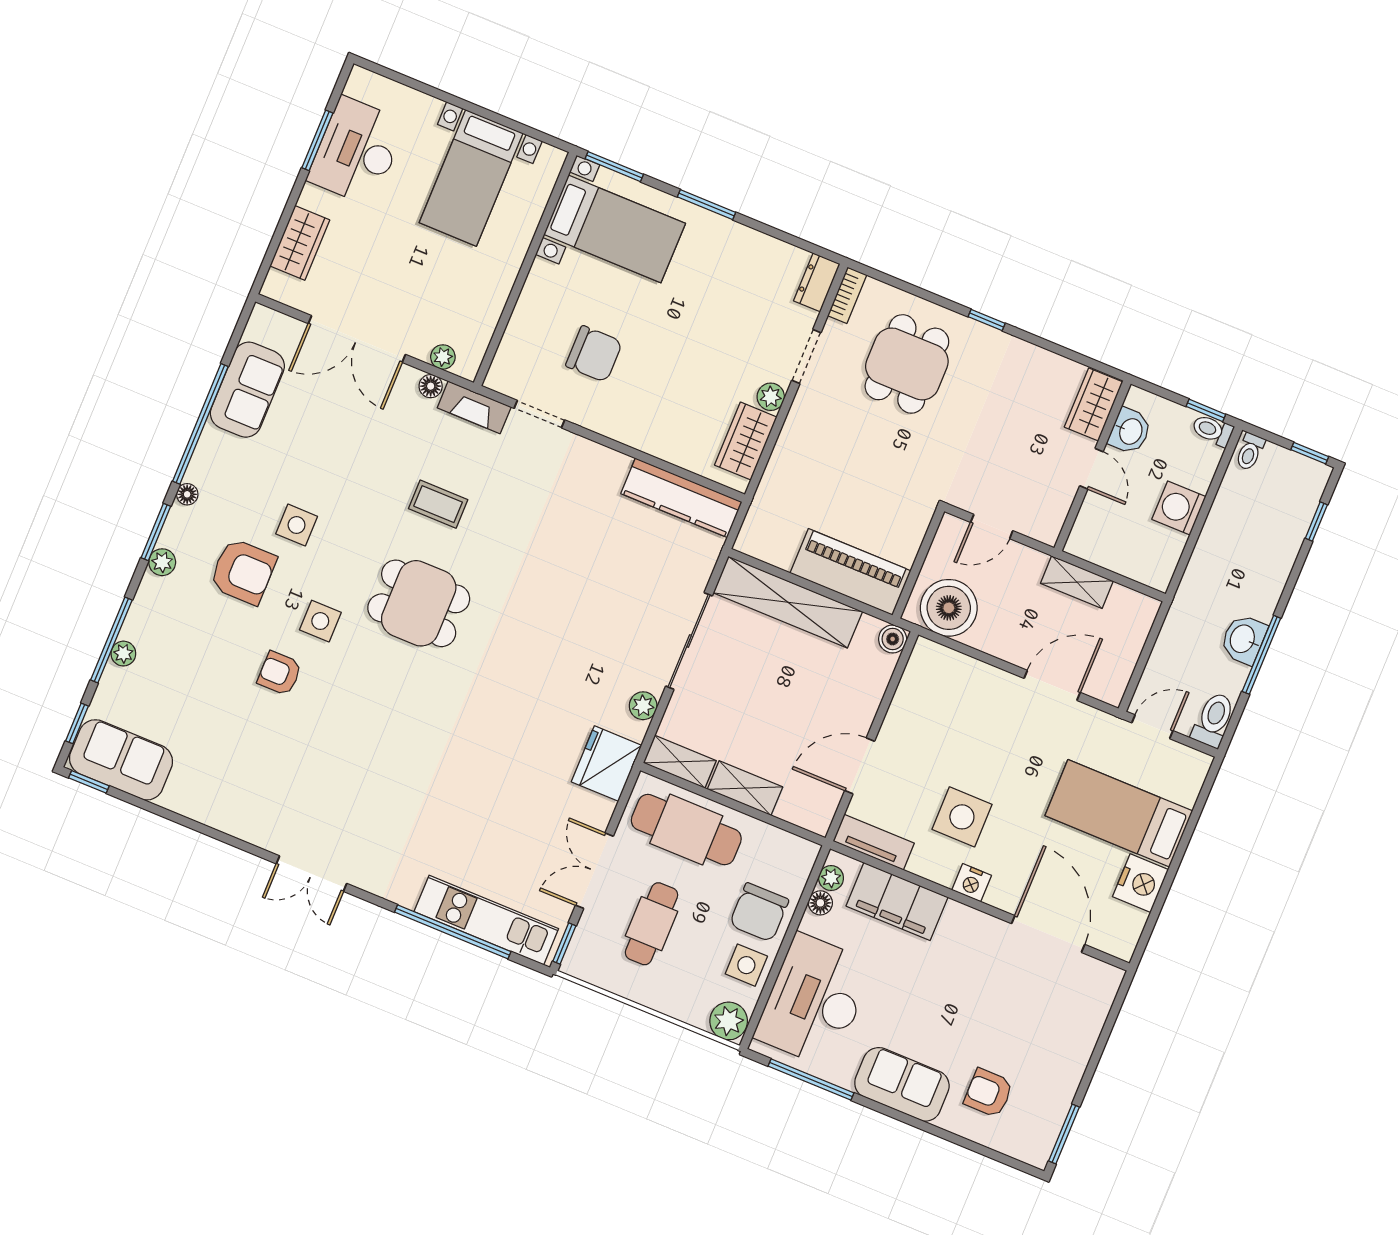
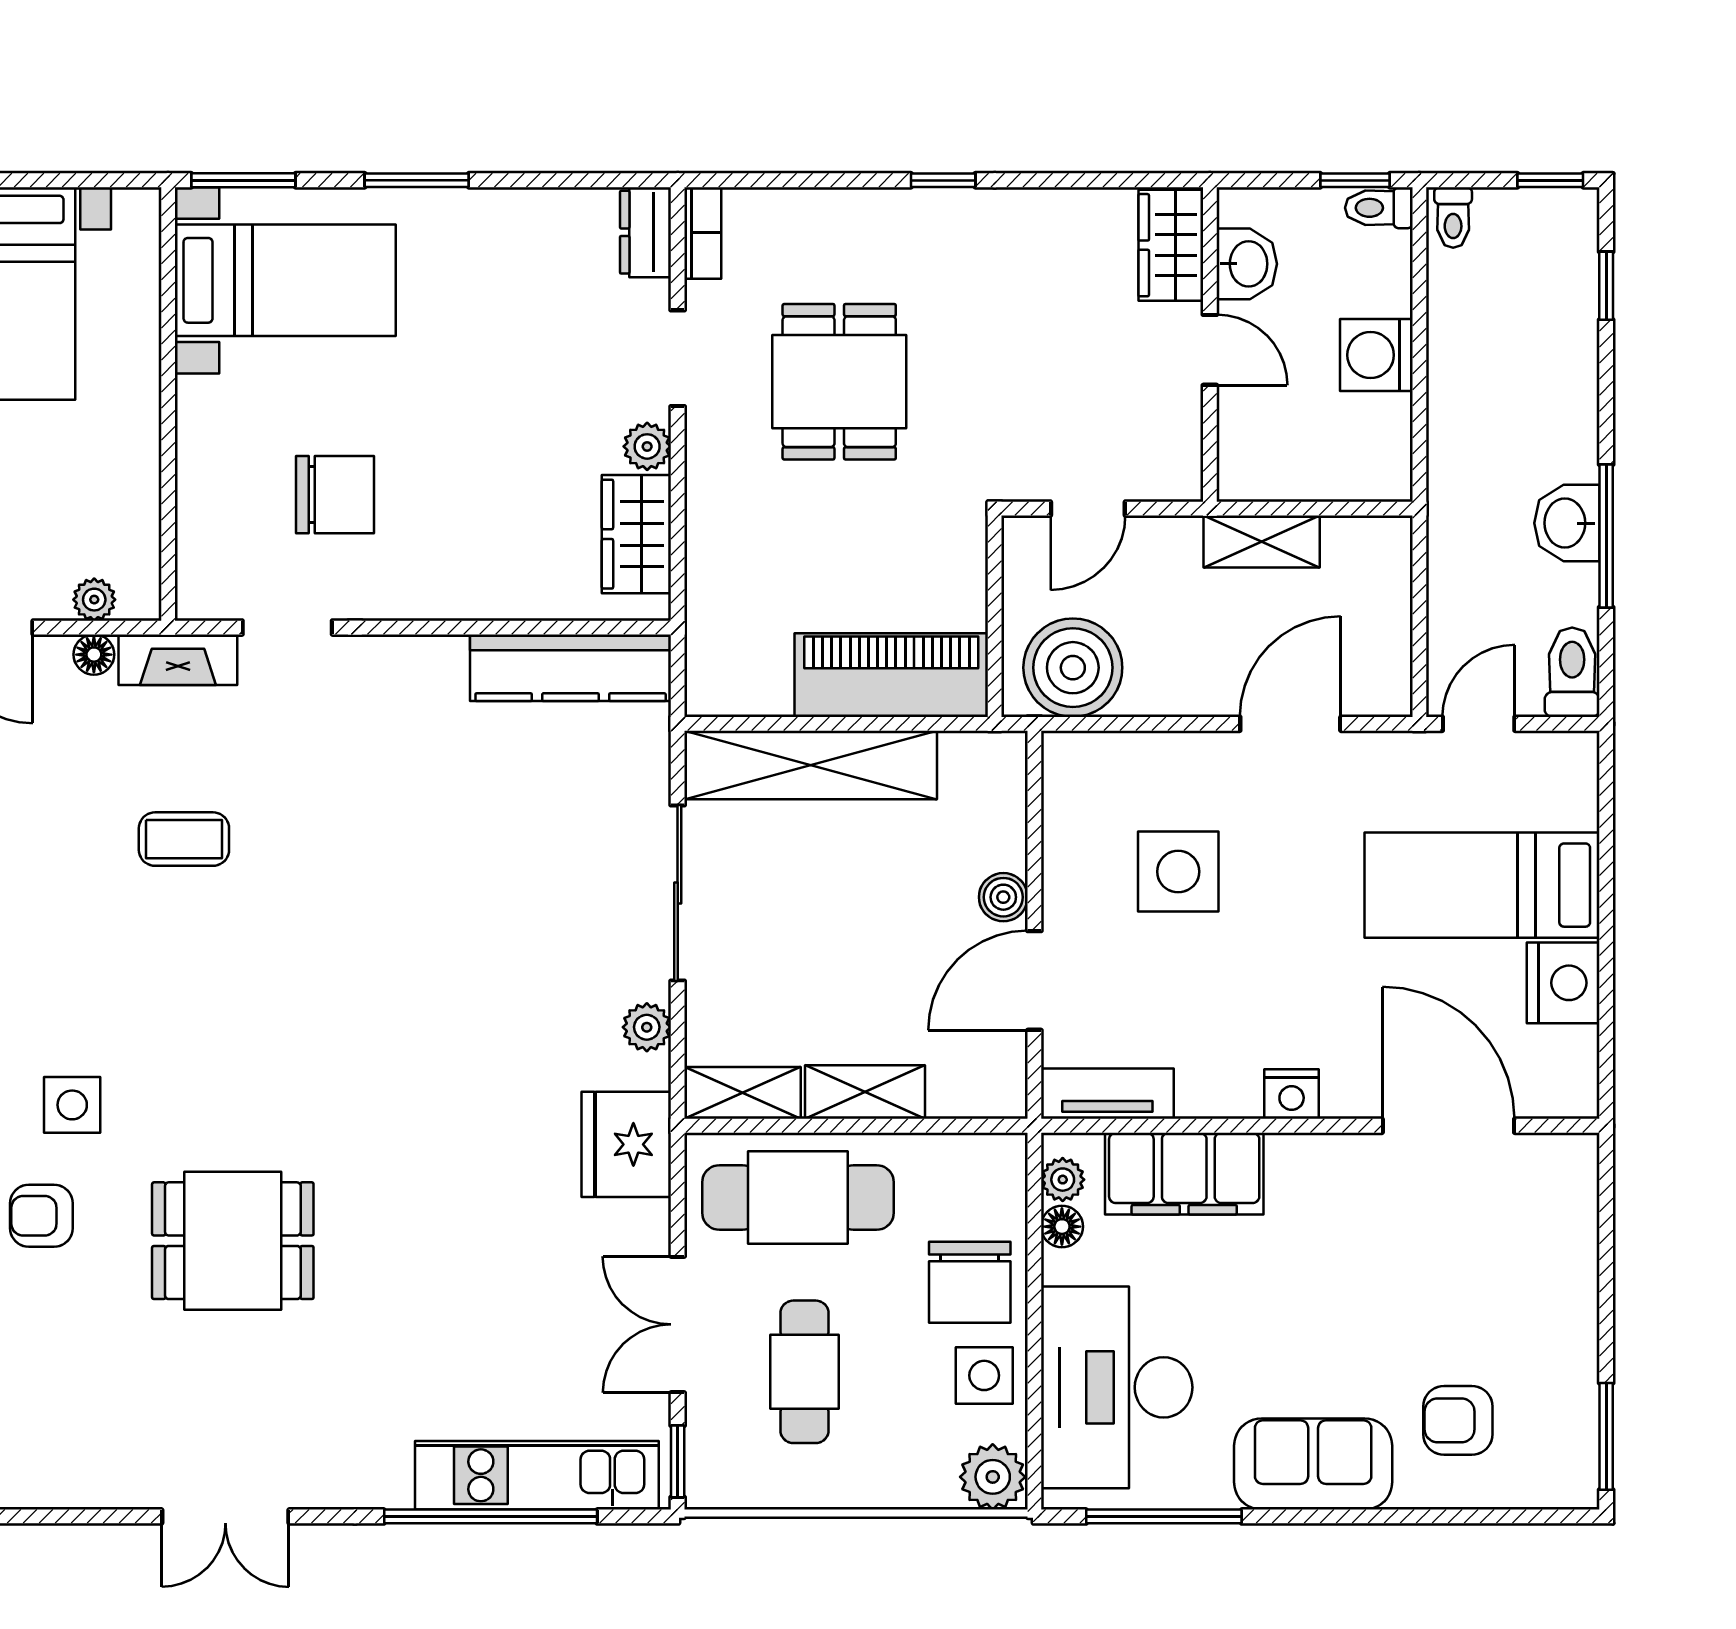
dining table: (907, 364) -> (839, 382), moved
dining table: (419, 603) -> (233, 1241), moved
boiler: (893, 639) -> (1003, 897), moved
side table: (962, 817) -> (1178, 872), moved

